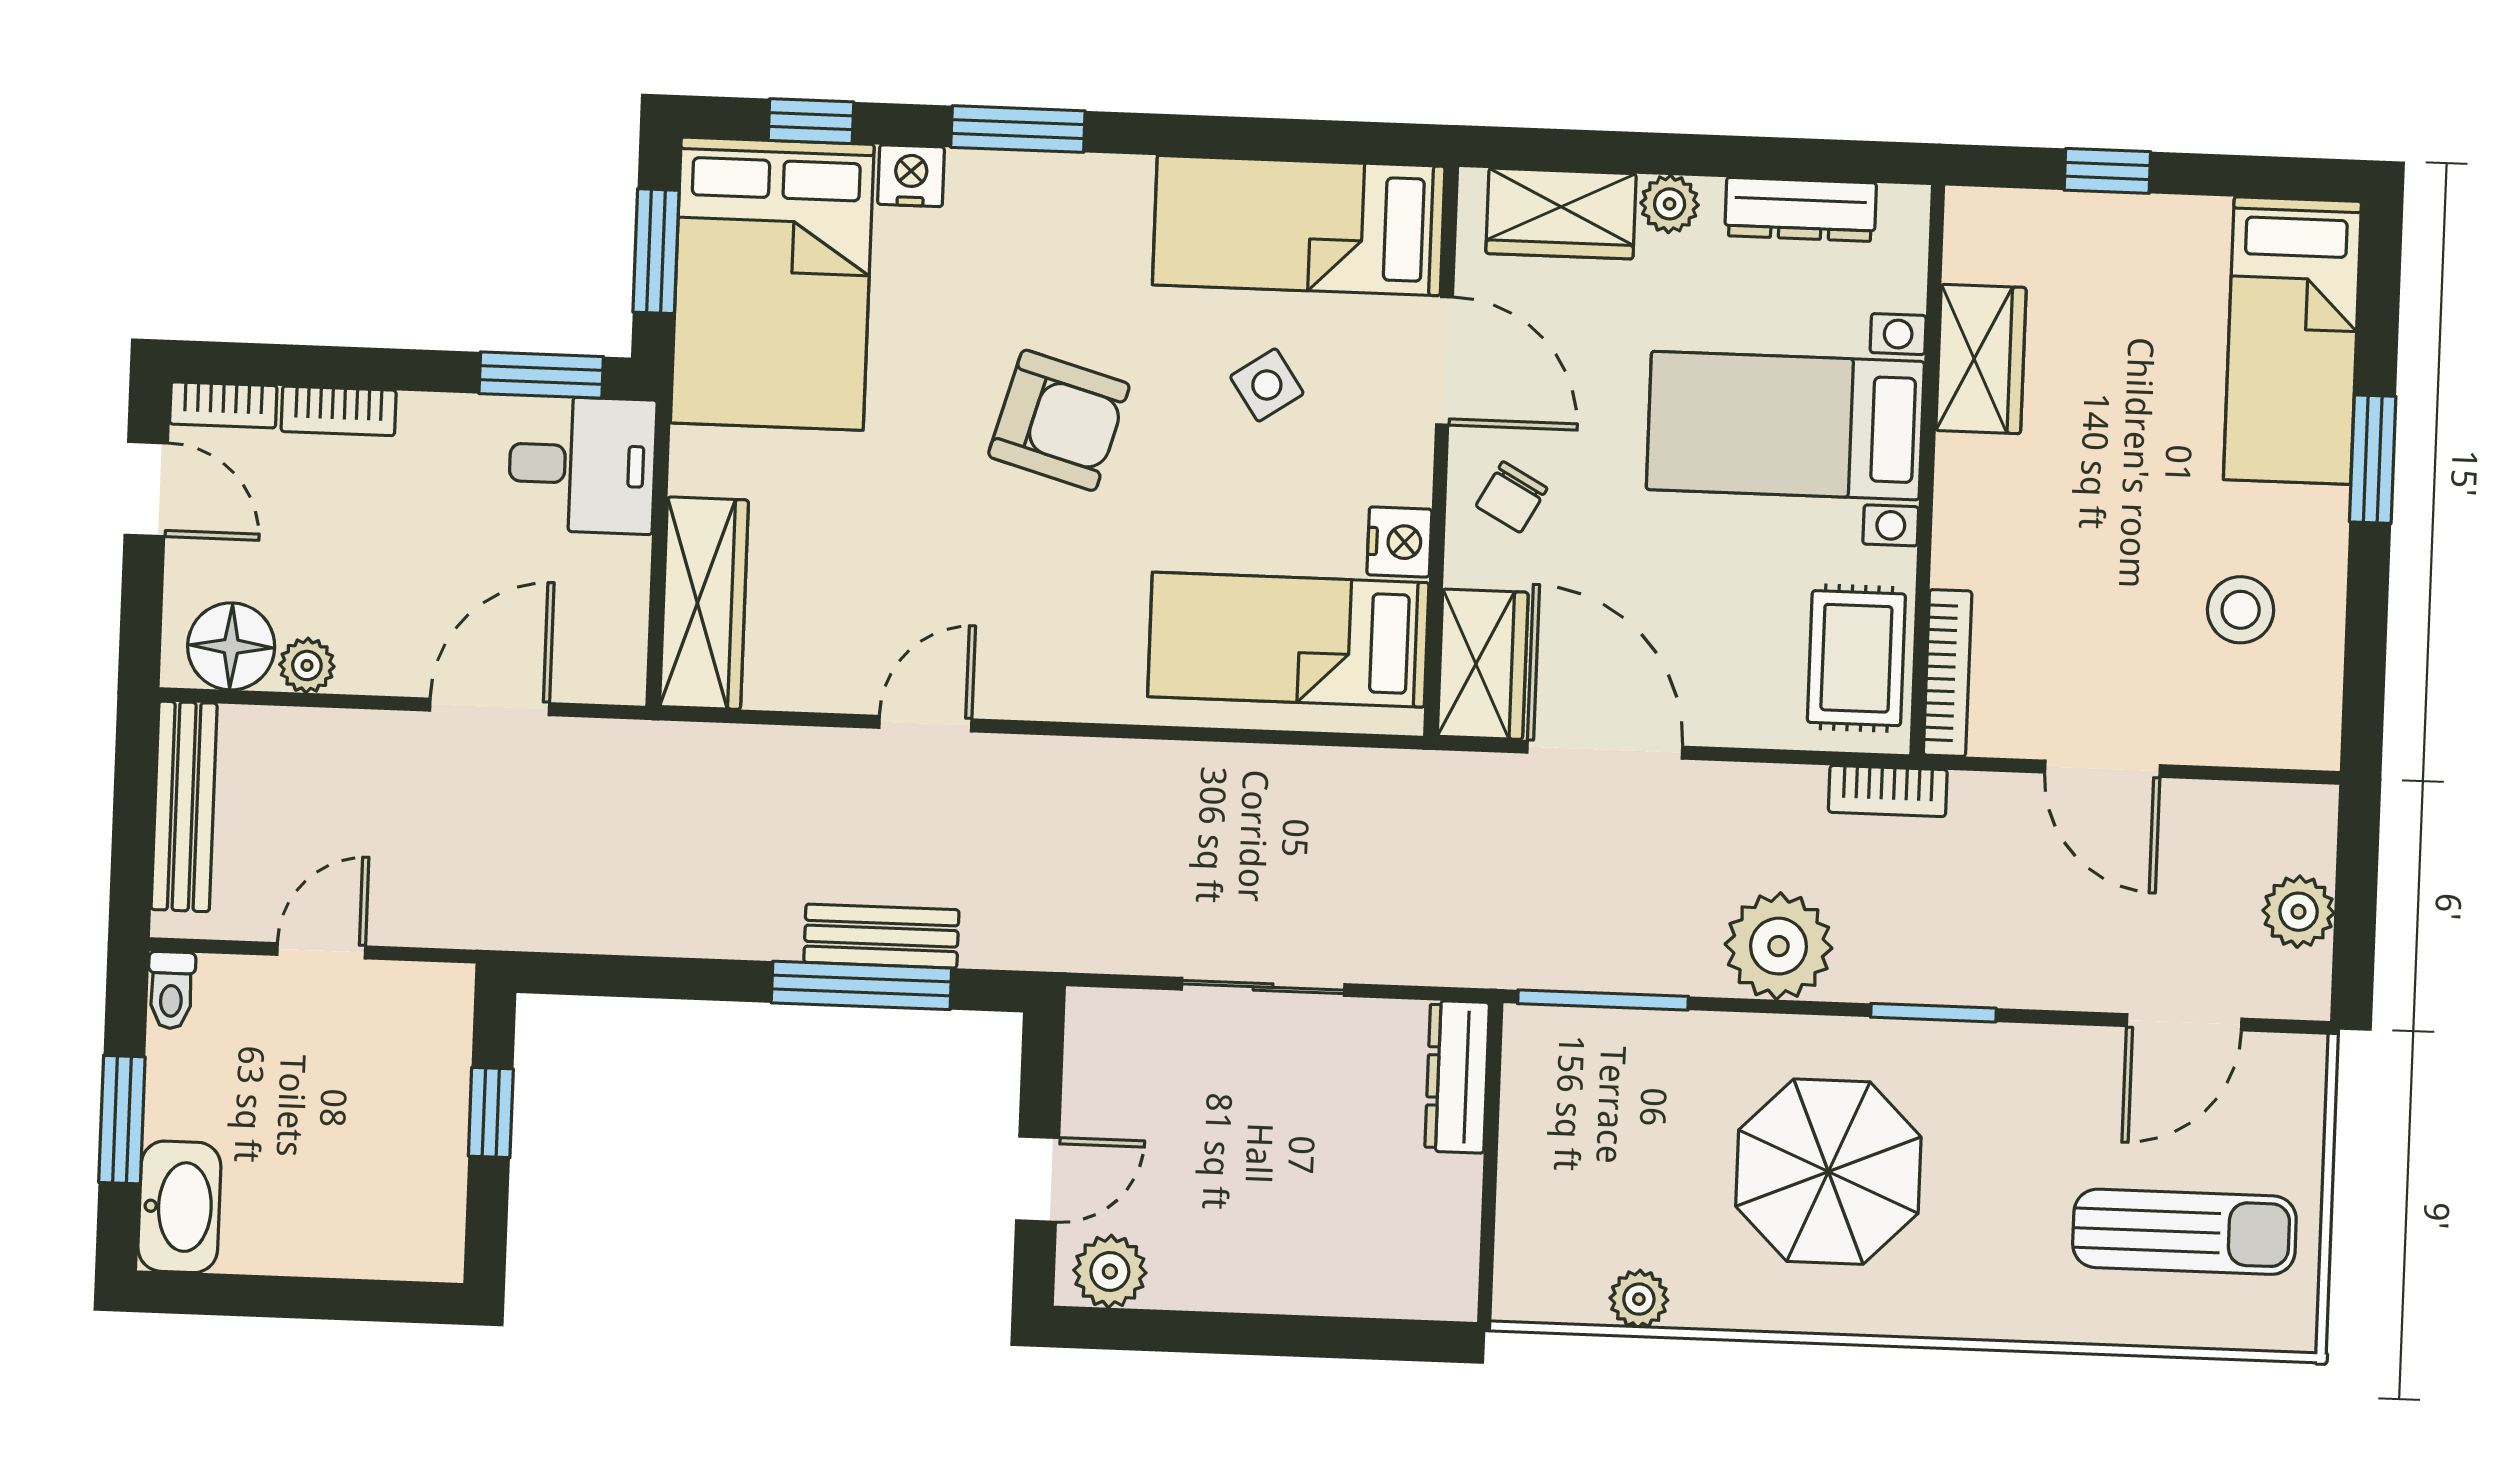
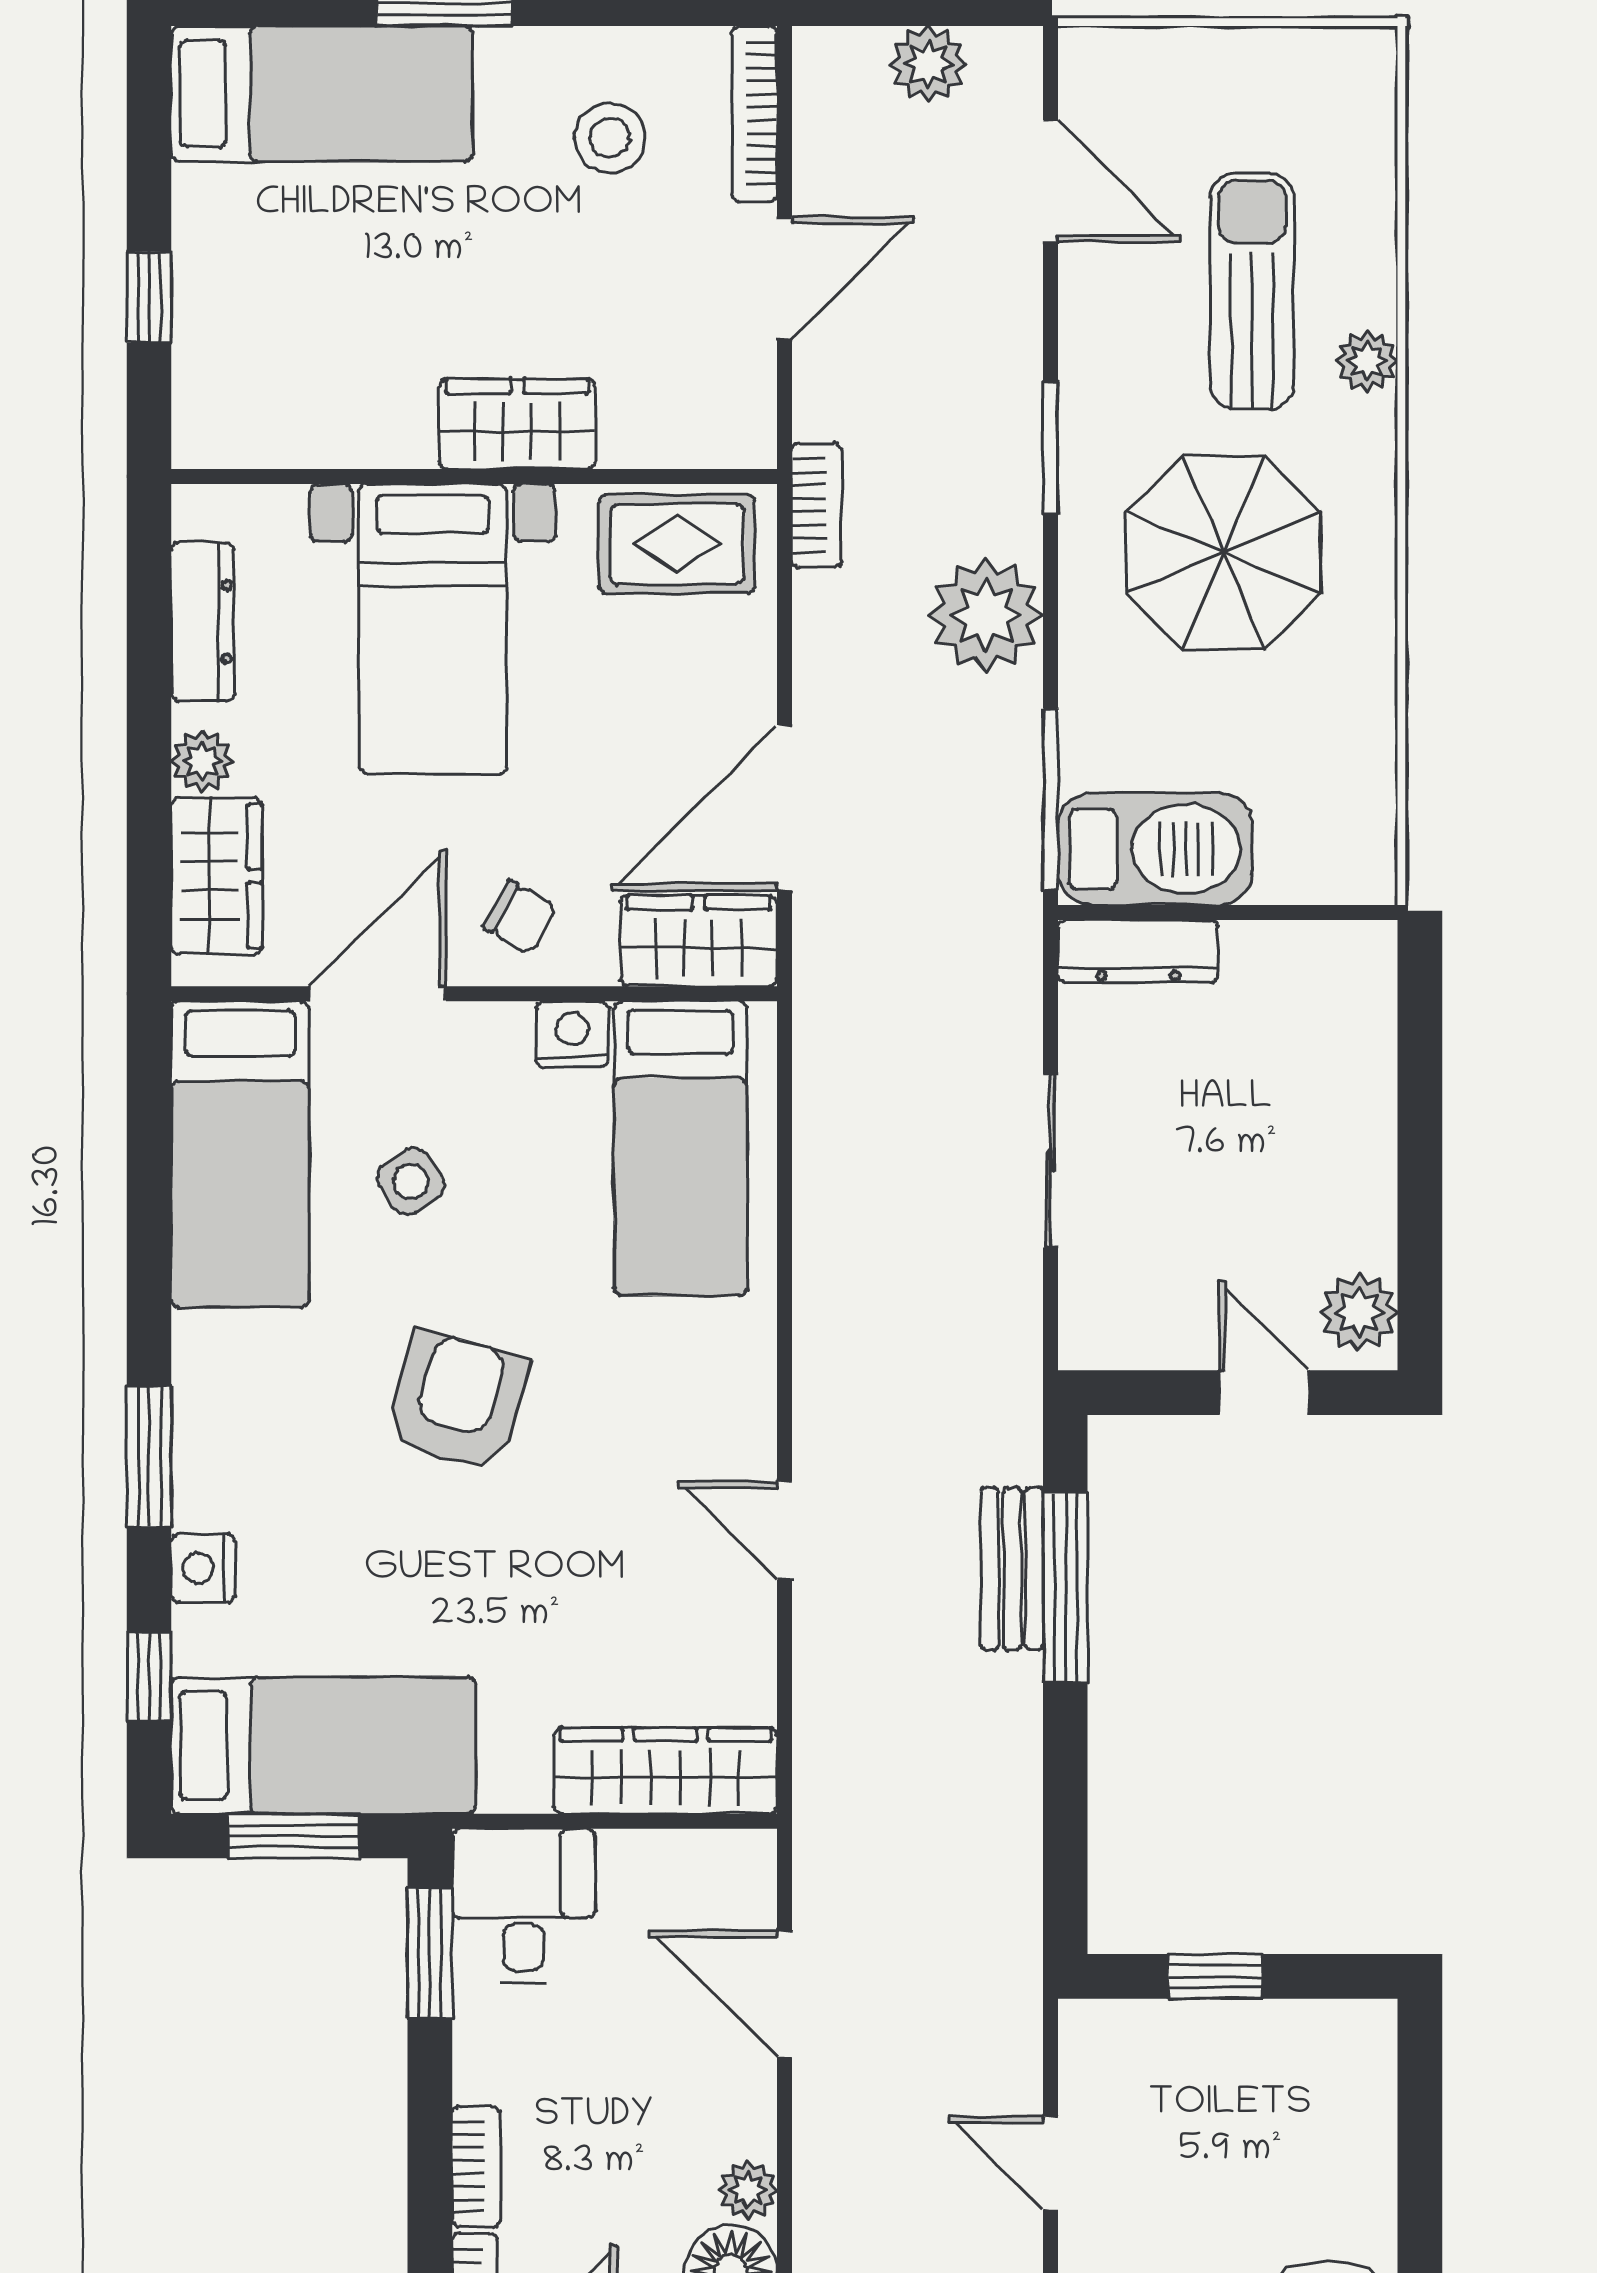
bed: (772, 284) -> (323, 1745), width x0.67
wardrobe: (1981, 359) -> (517, 424), moved
bookcase: (1948, 673) -> (755, 114), moved, turned -90
barbecue: (1553, 1097) -> (1155, 849), added
sun lounger: (2184, 1232) -> (1252, 291), moved
plant: (1639, 1299) -> (1367, 361), moved

